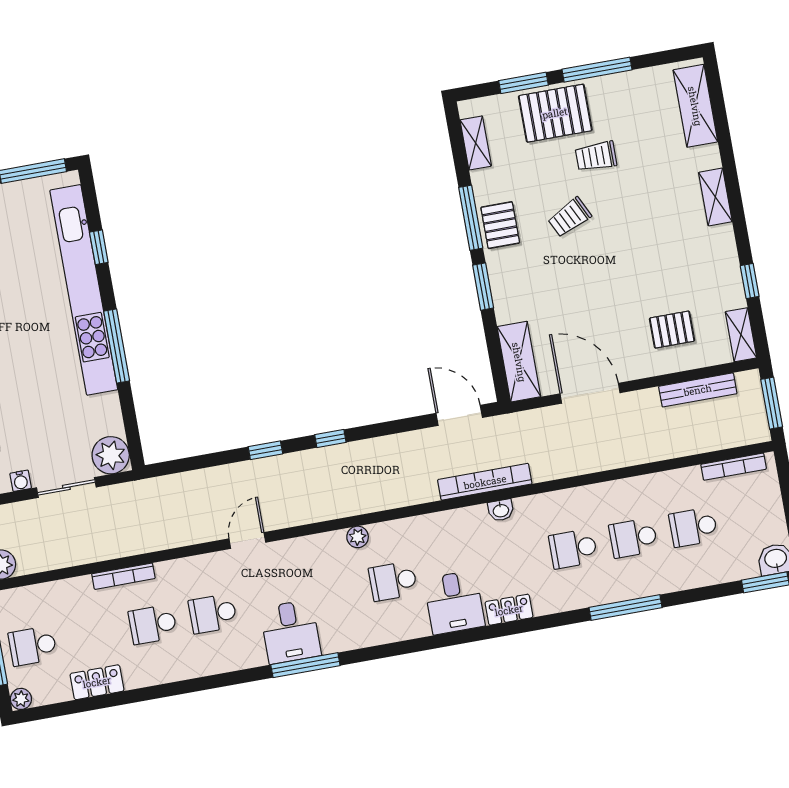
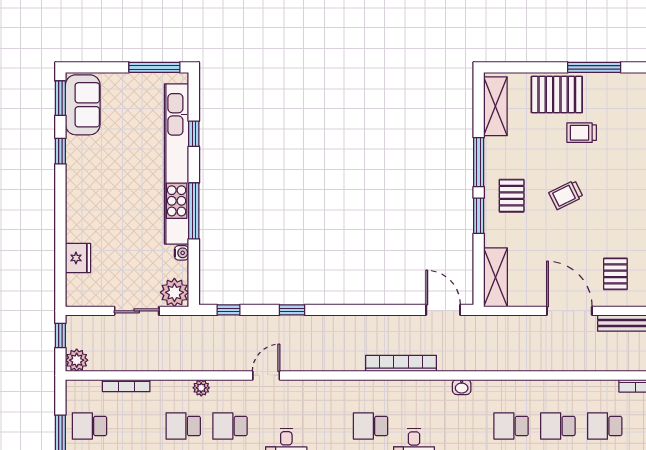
window: (523, 83) -> (537, 67), removed
shelving: (476, 143) -> (495, 106), width x1.50, depth x1.33
trolley: (570, 217) -> (566, 195), moved
pallet: (500, 225) -> (512, 196), moved
pallet: (672, 330) -> (615, 274), turned 90
door: (590, 393) -> (569, 311), moved
window: (330, 439) -> (228, 310), moved
water cooler: (21, 481) -> (182, 253), moved, turned -90
bookcase: (485, 482) -> (401, 363), moved
plant: (358, 537) -> (201, 388), moved
bookcase: (123, 576) -> (126, 386), moved

